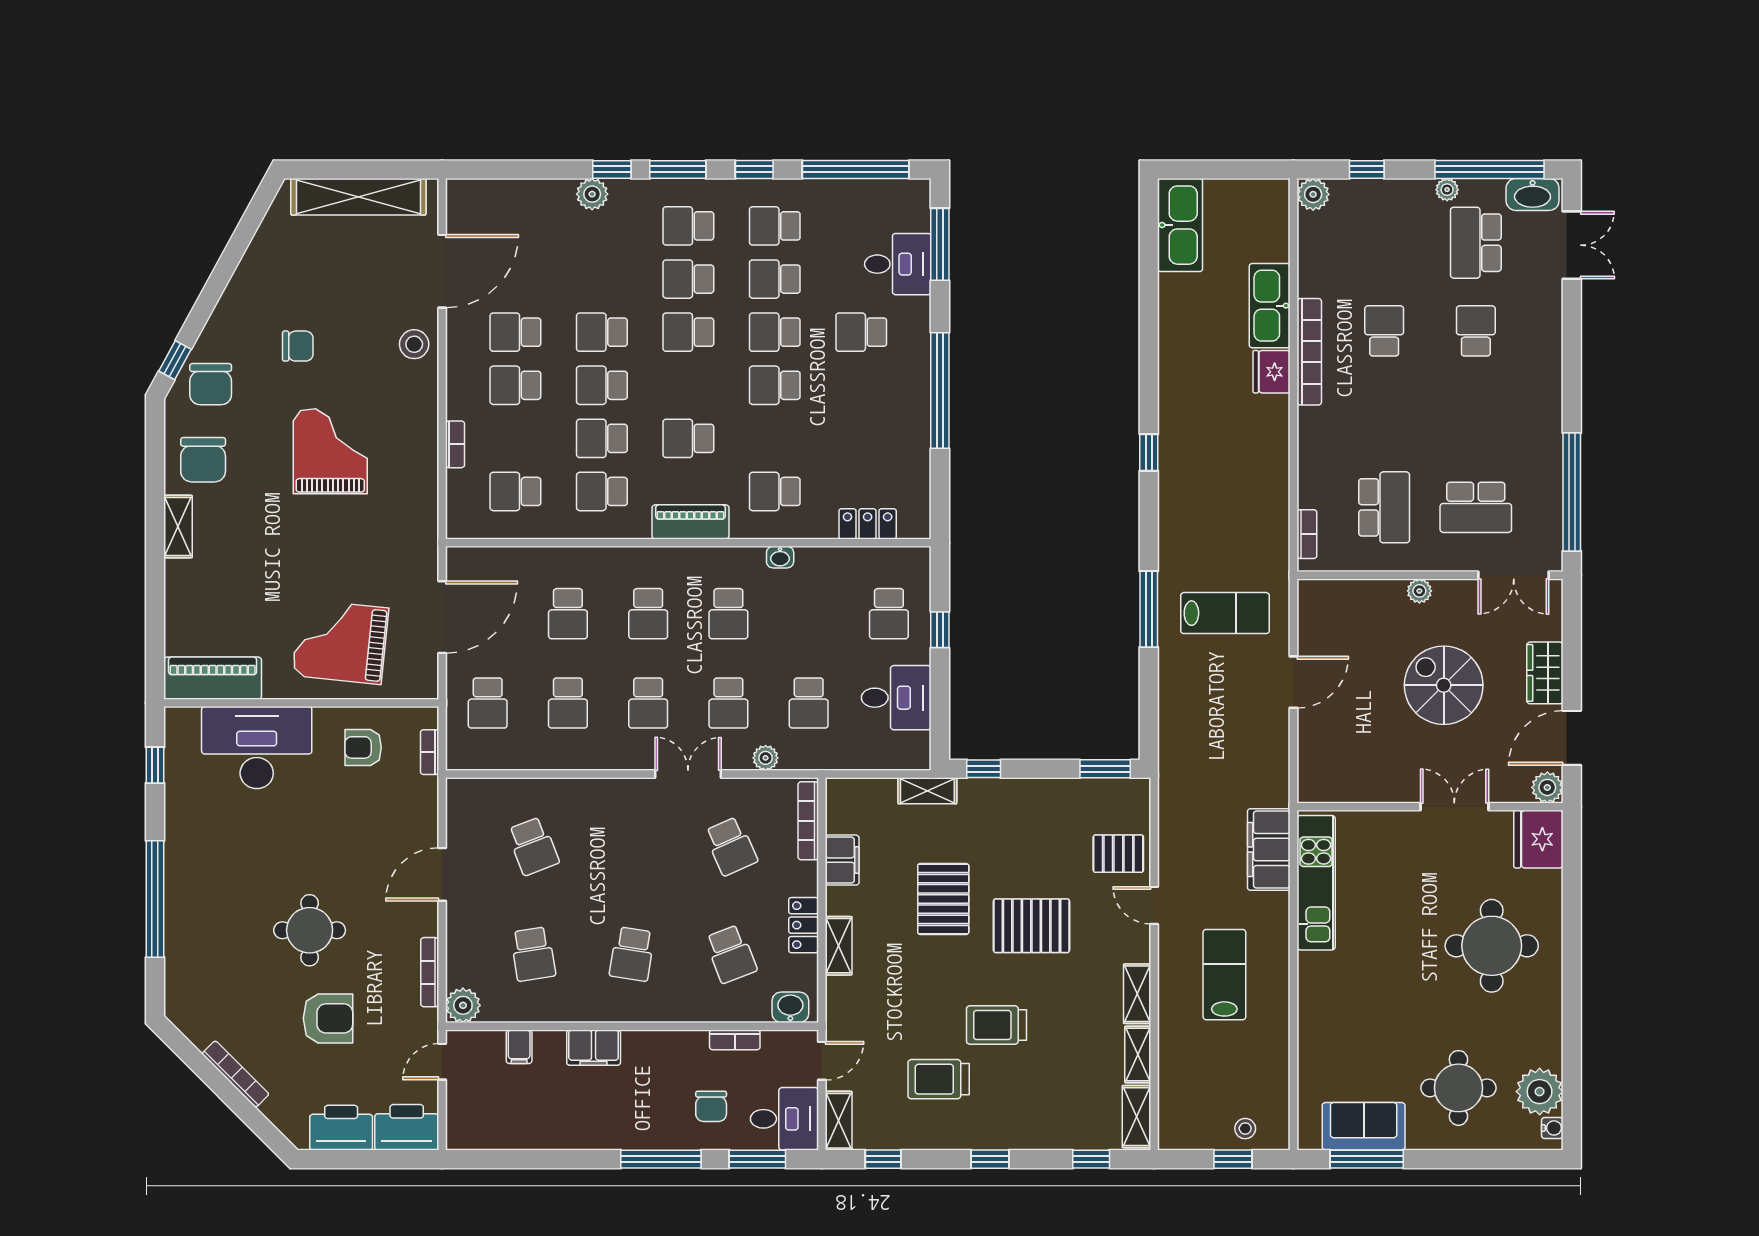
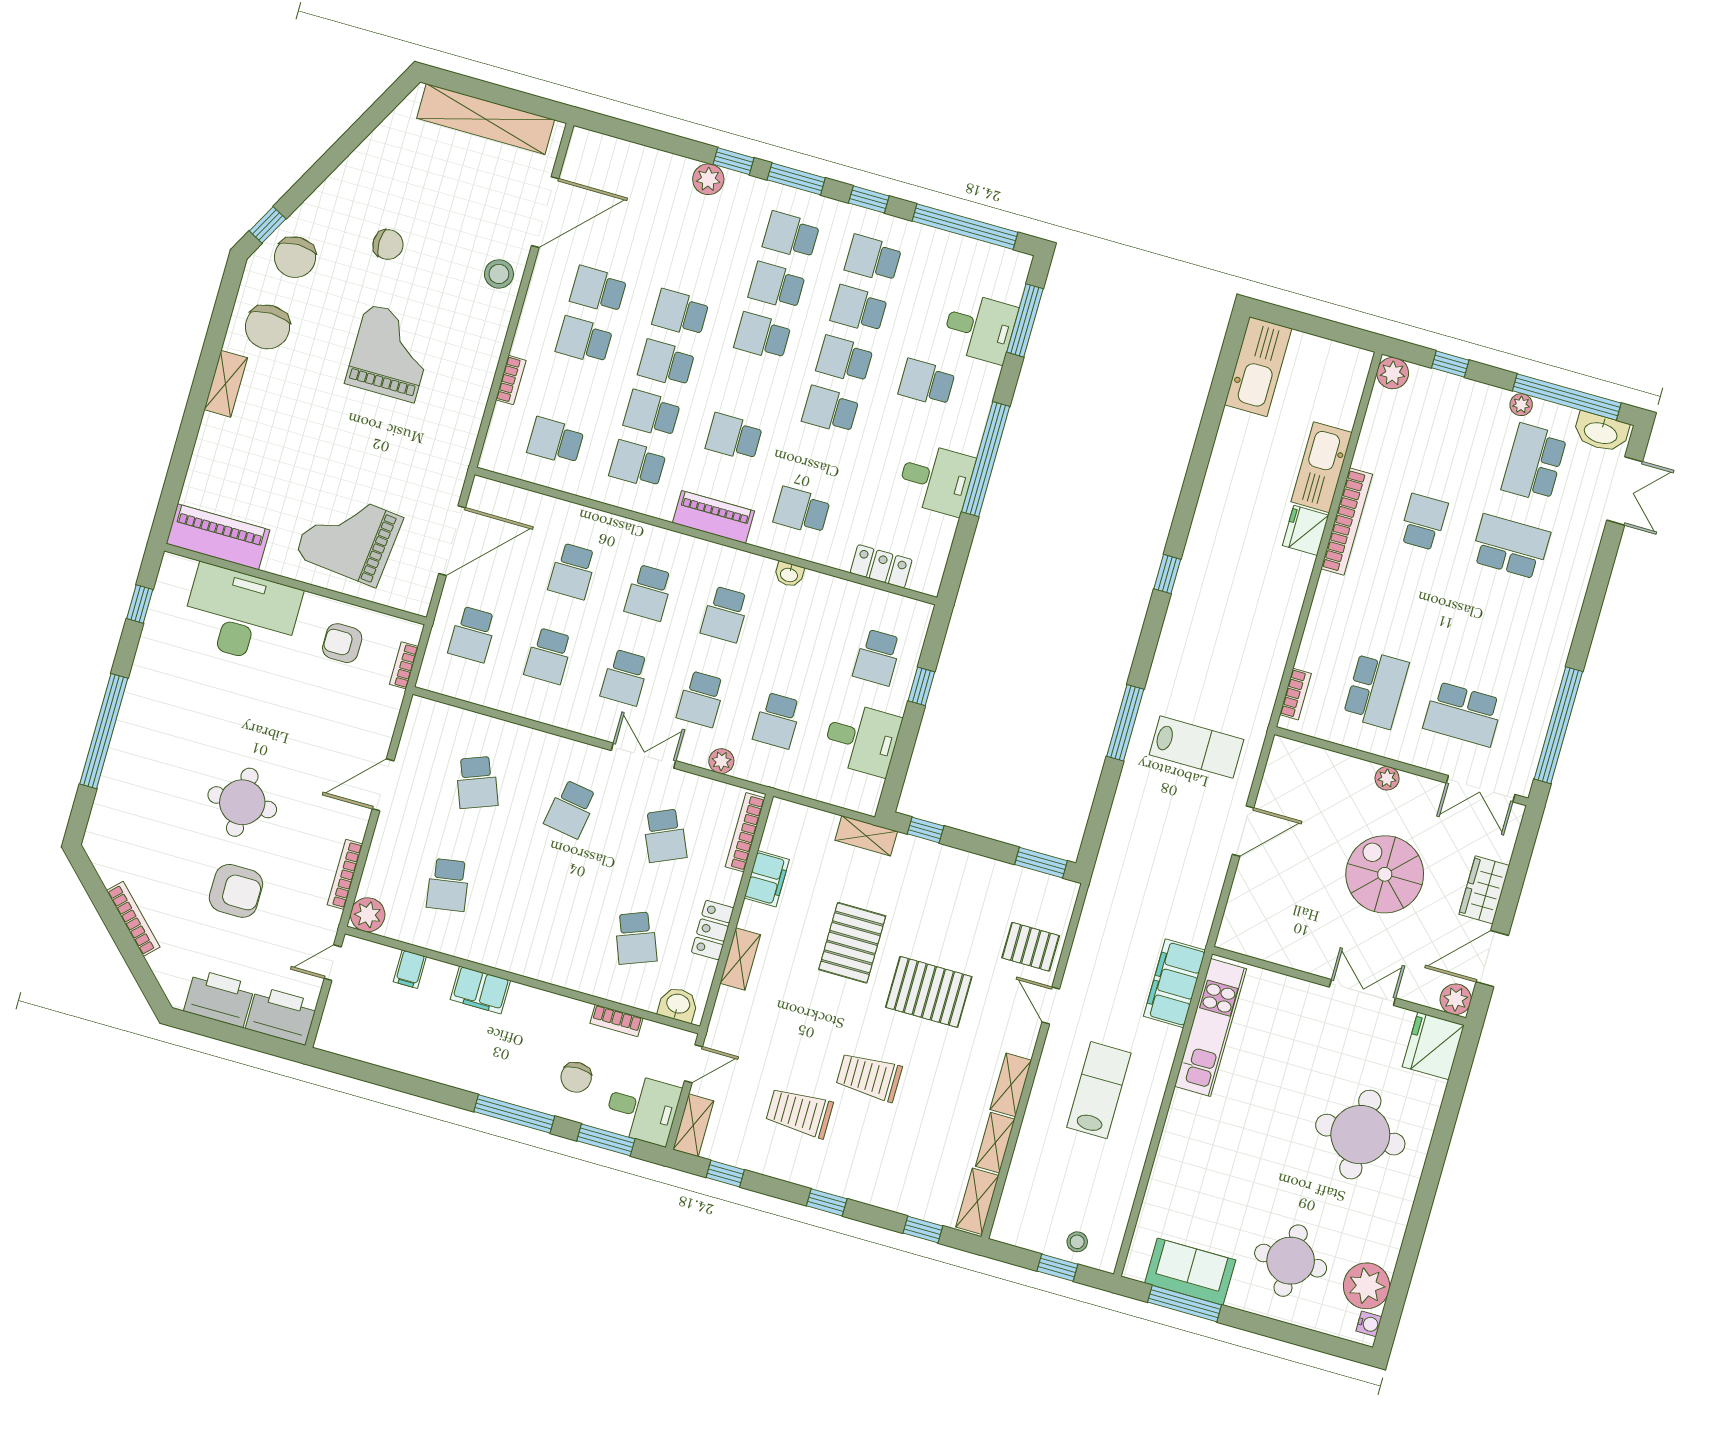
school desk: (1476, 331) -> (1510, 547), width x1.85
desk: (897, 424) -> (936, 479), added
school desk: (632, 954) -> (571, 809), moved

